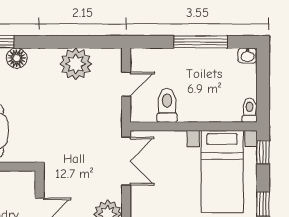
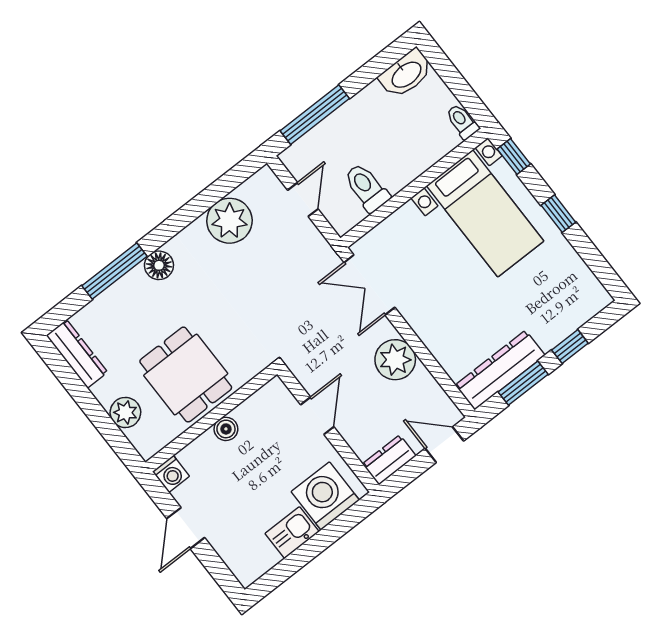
window: (201, 42) -> (315, 115), moved
washbasin: (247, 56) -> (406, 74), width x1.91, depth x1.45
double door: (126, 161) -> (369, 285), swing flipped

